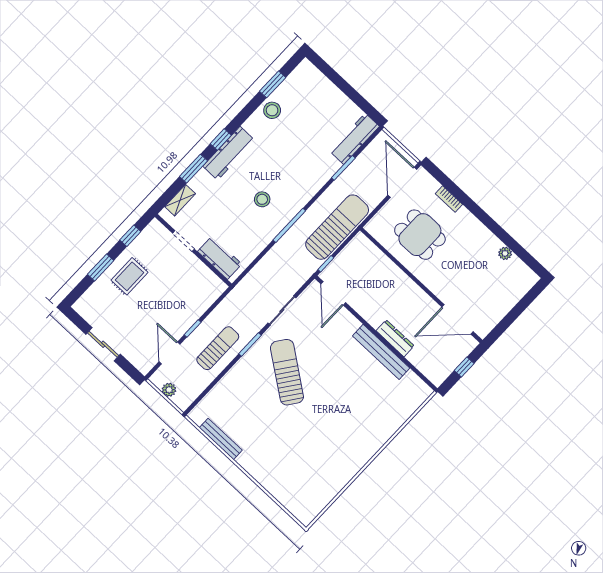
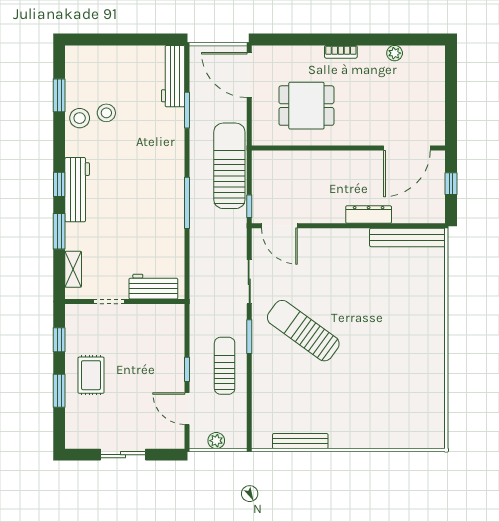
stool: (262, 199) -> (106, 113), moved
bookcase: (449, 199) -> (341, 52), moved
bench: (381, 352) -> (407, 237), moved

